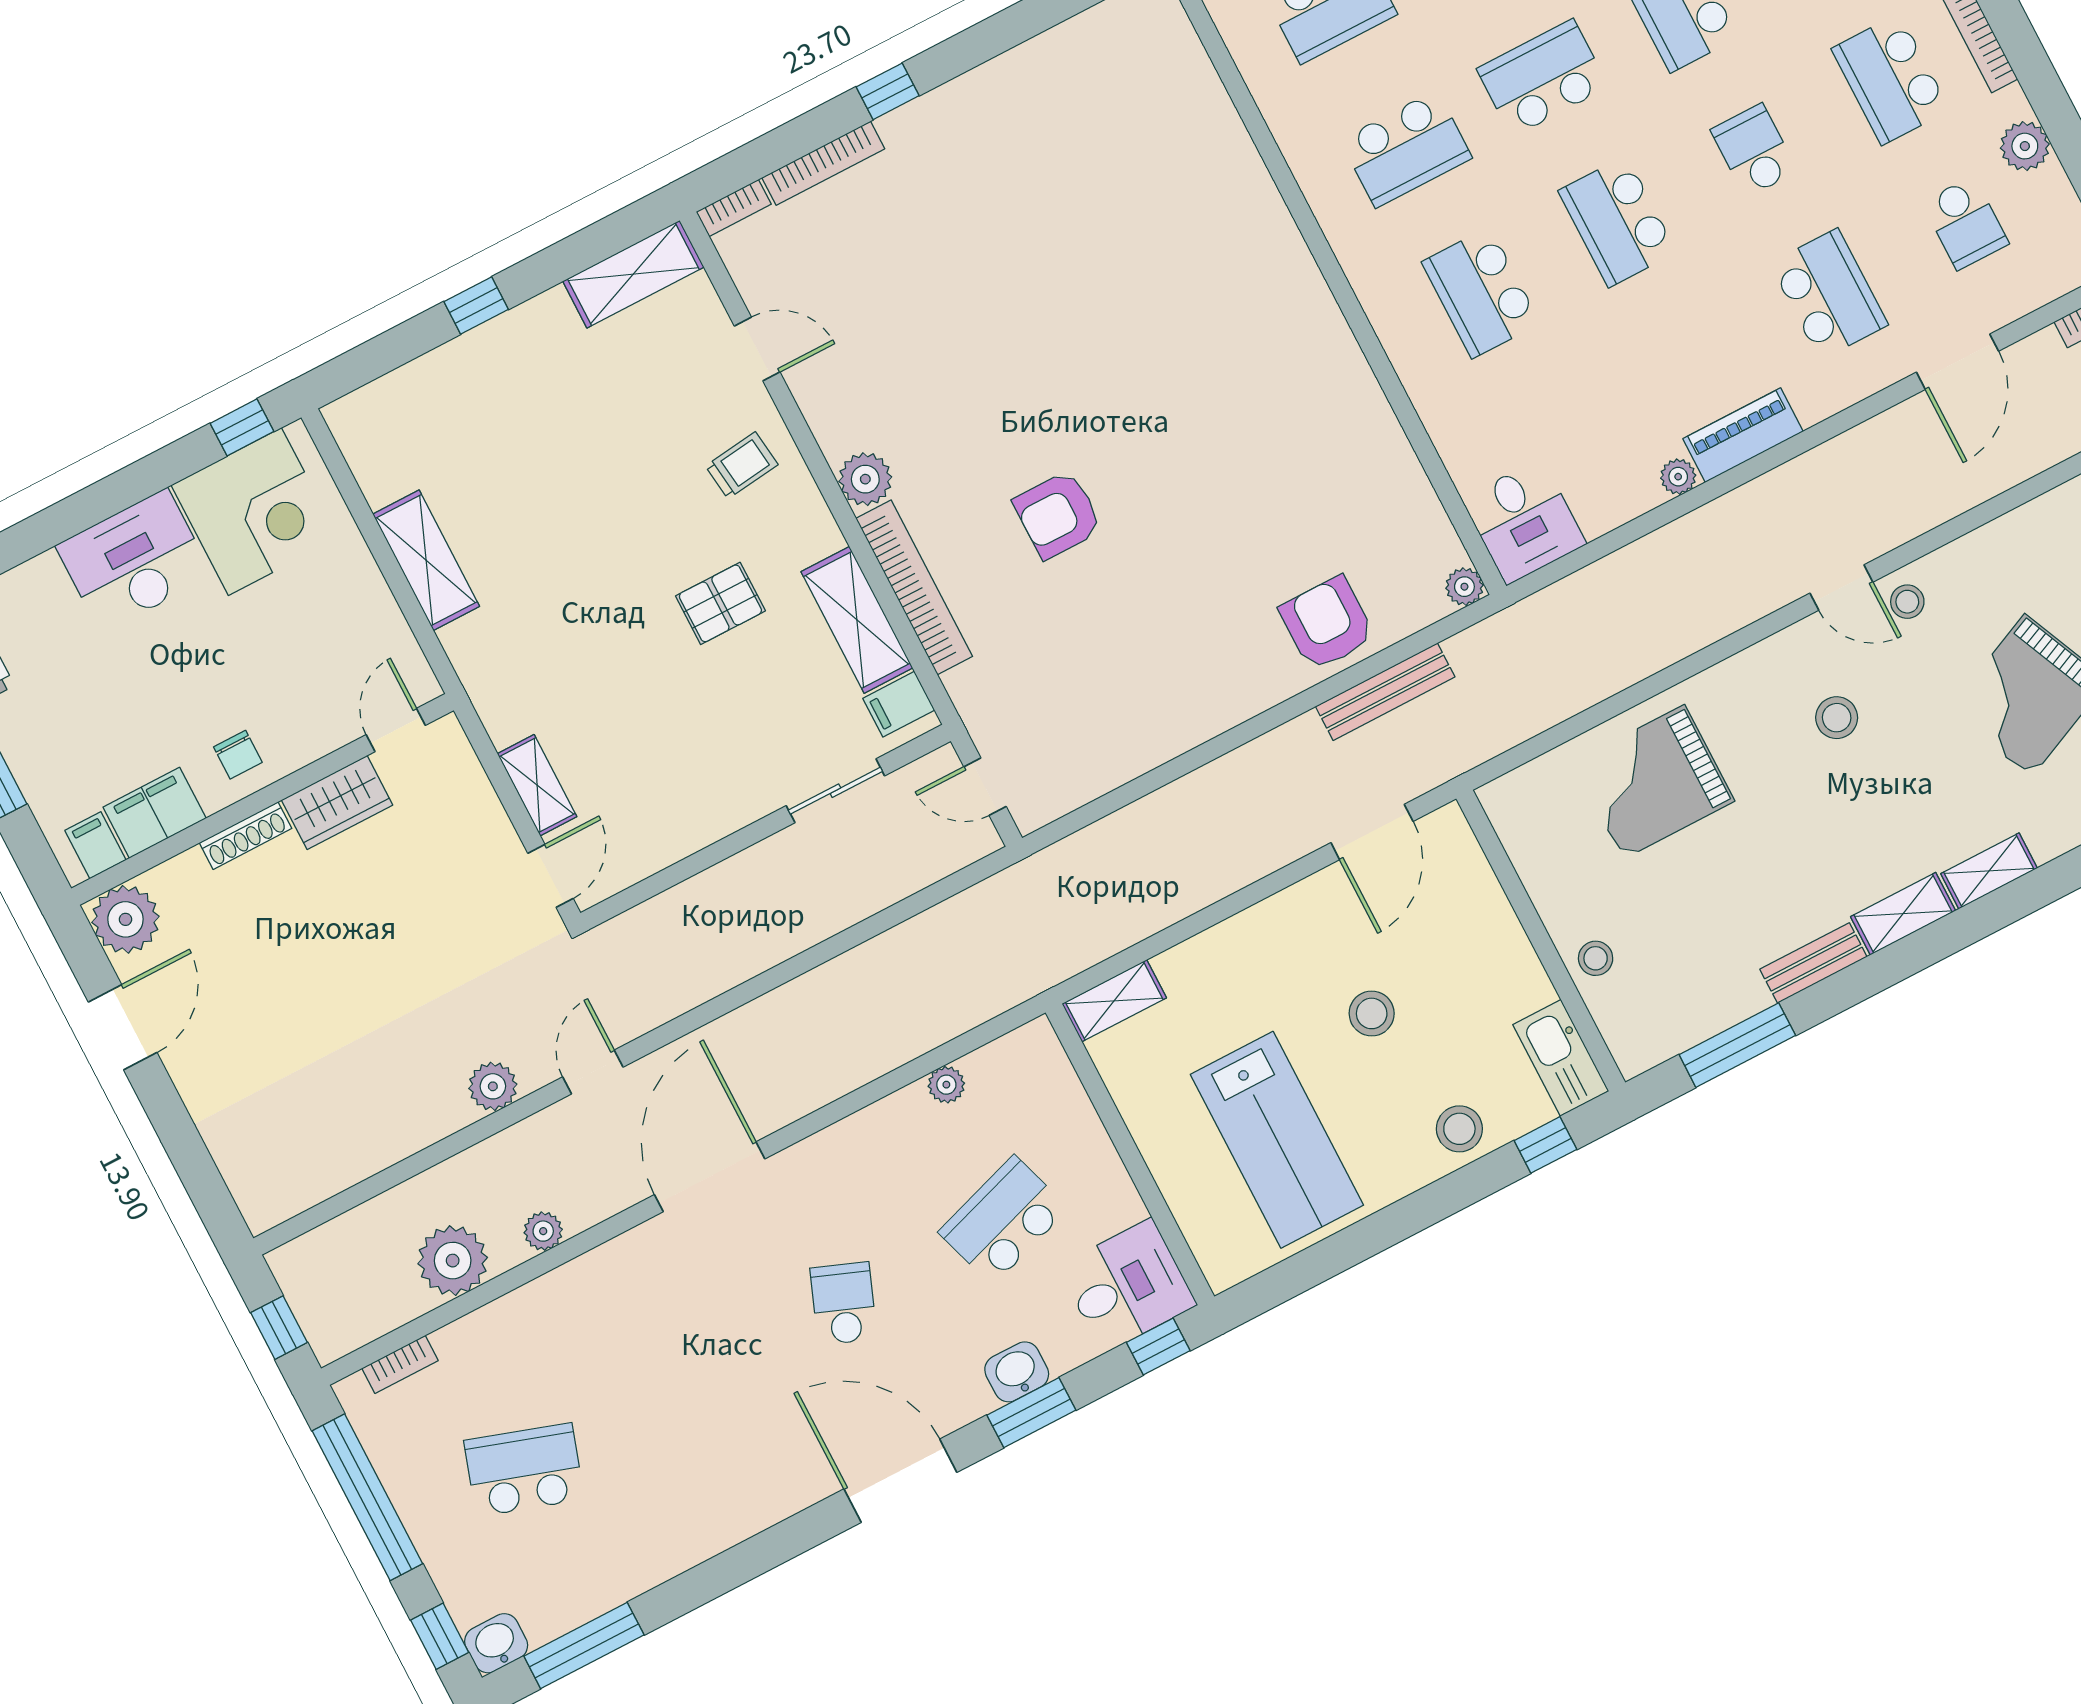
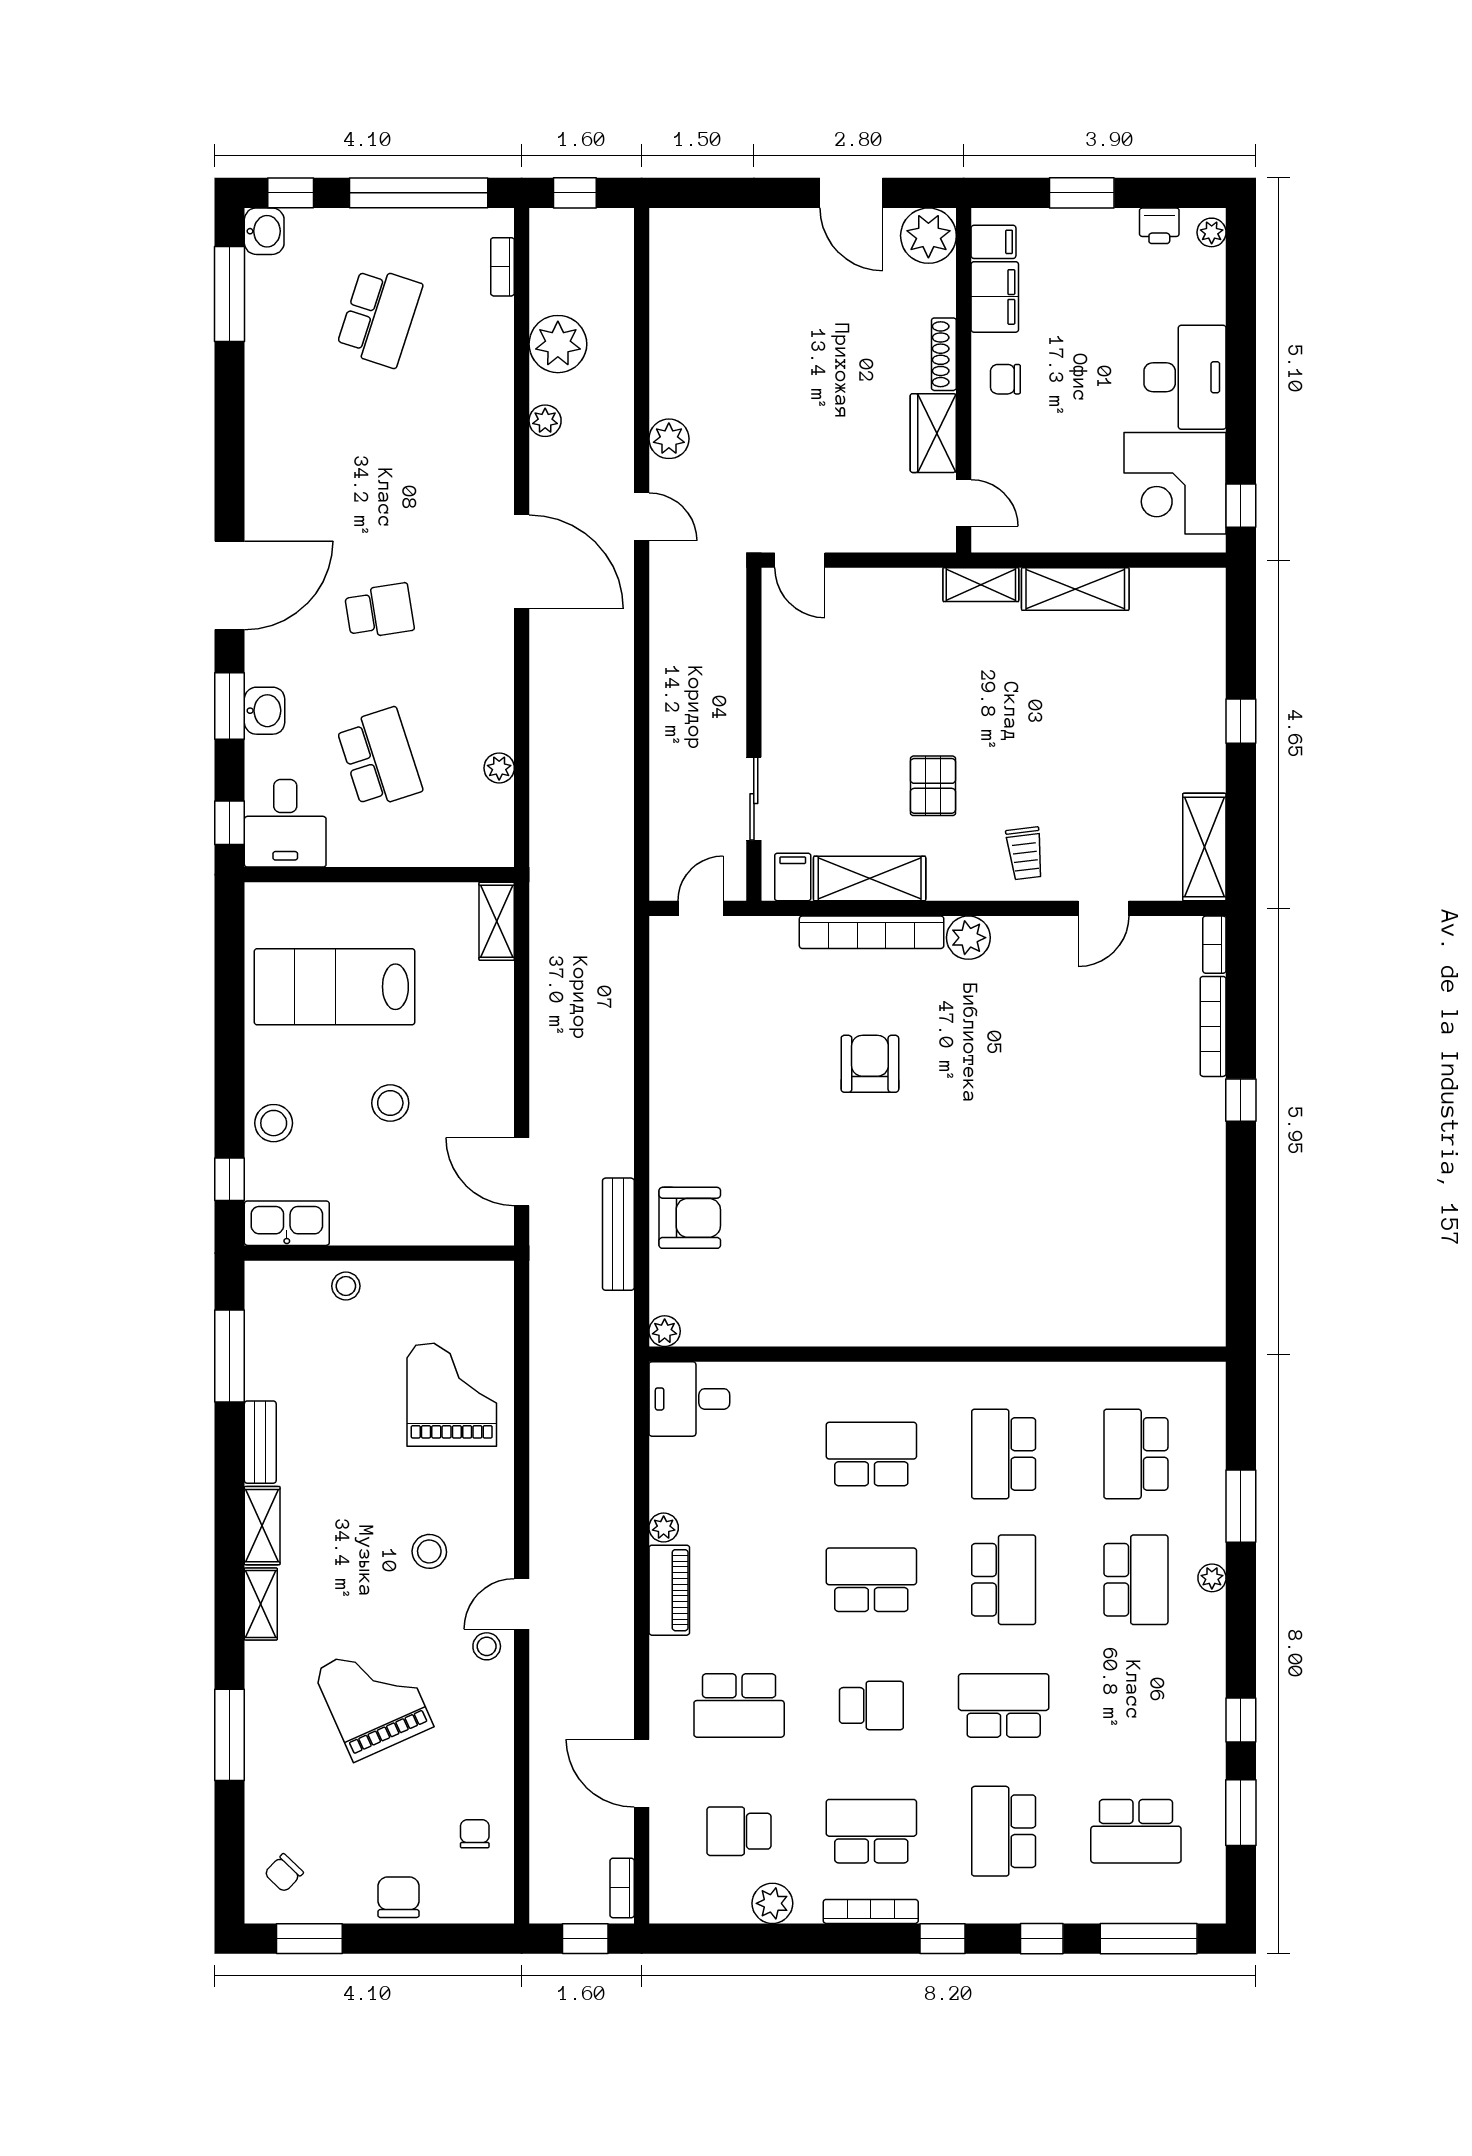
shelving: (537, 785) -> (981, 585), moved
school desk: (844, 1303) -> (379, 611), turned -30

